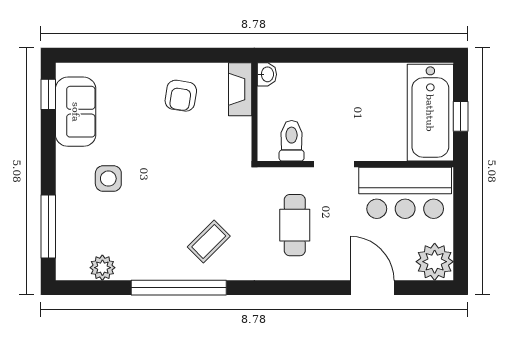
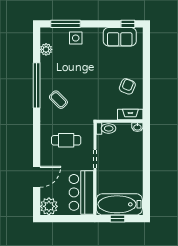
armchair: (181, 96) -> (127, 86), turned 103
toilet: (292, 141) -> (106, 128), moved
side table: (108, 179) -> (76, 38), moved

